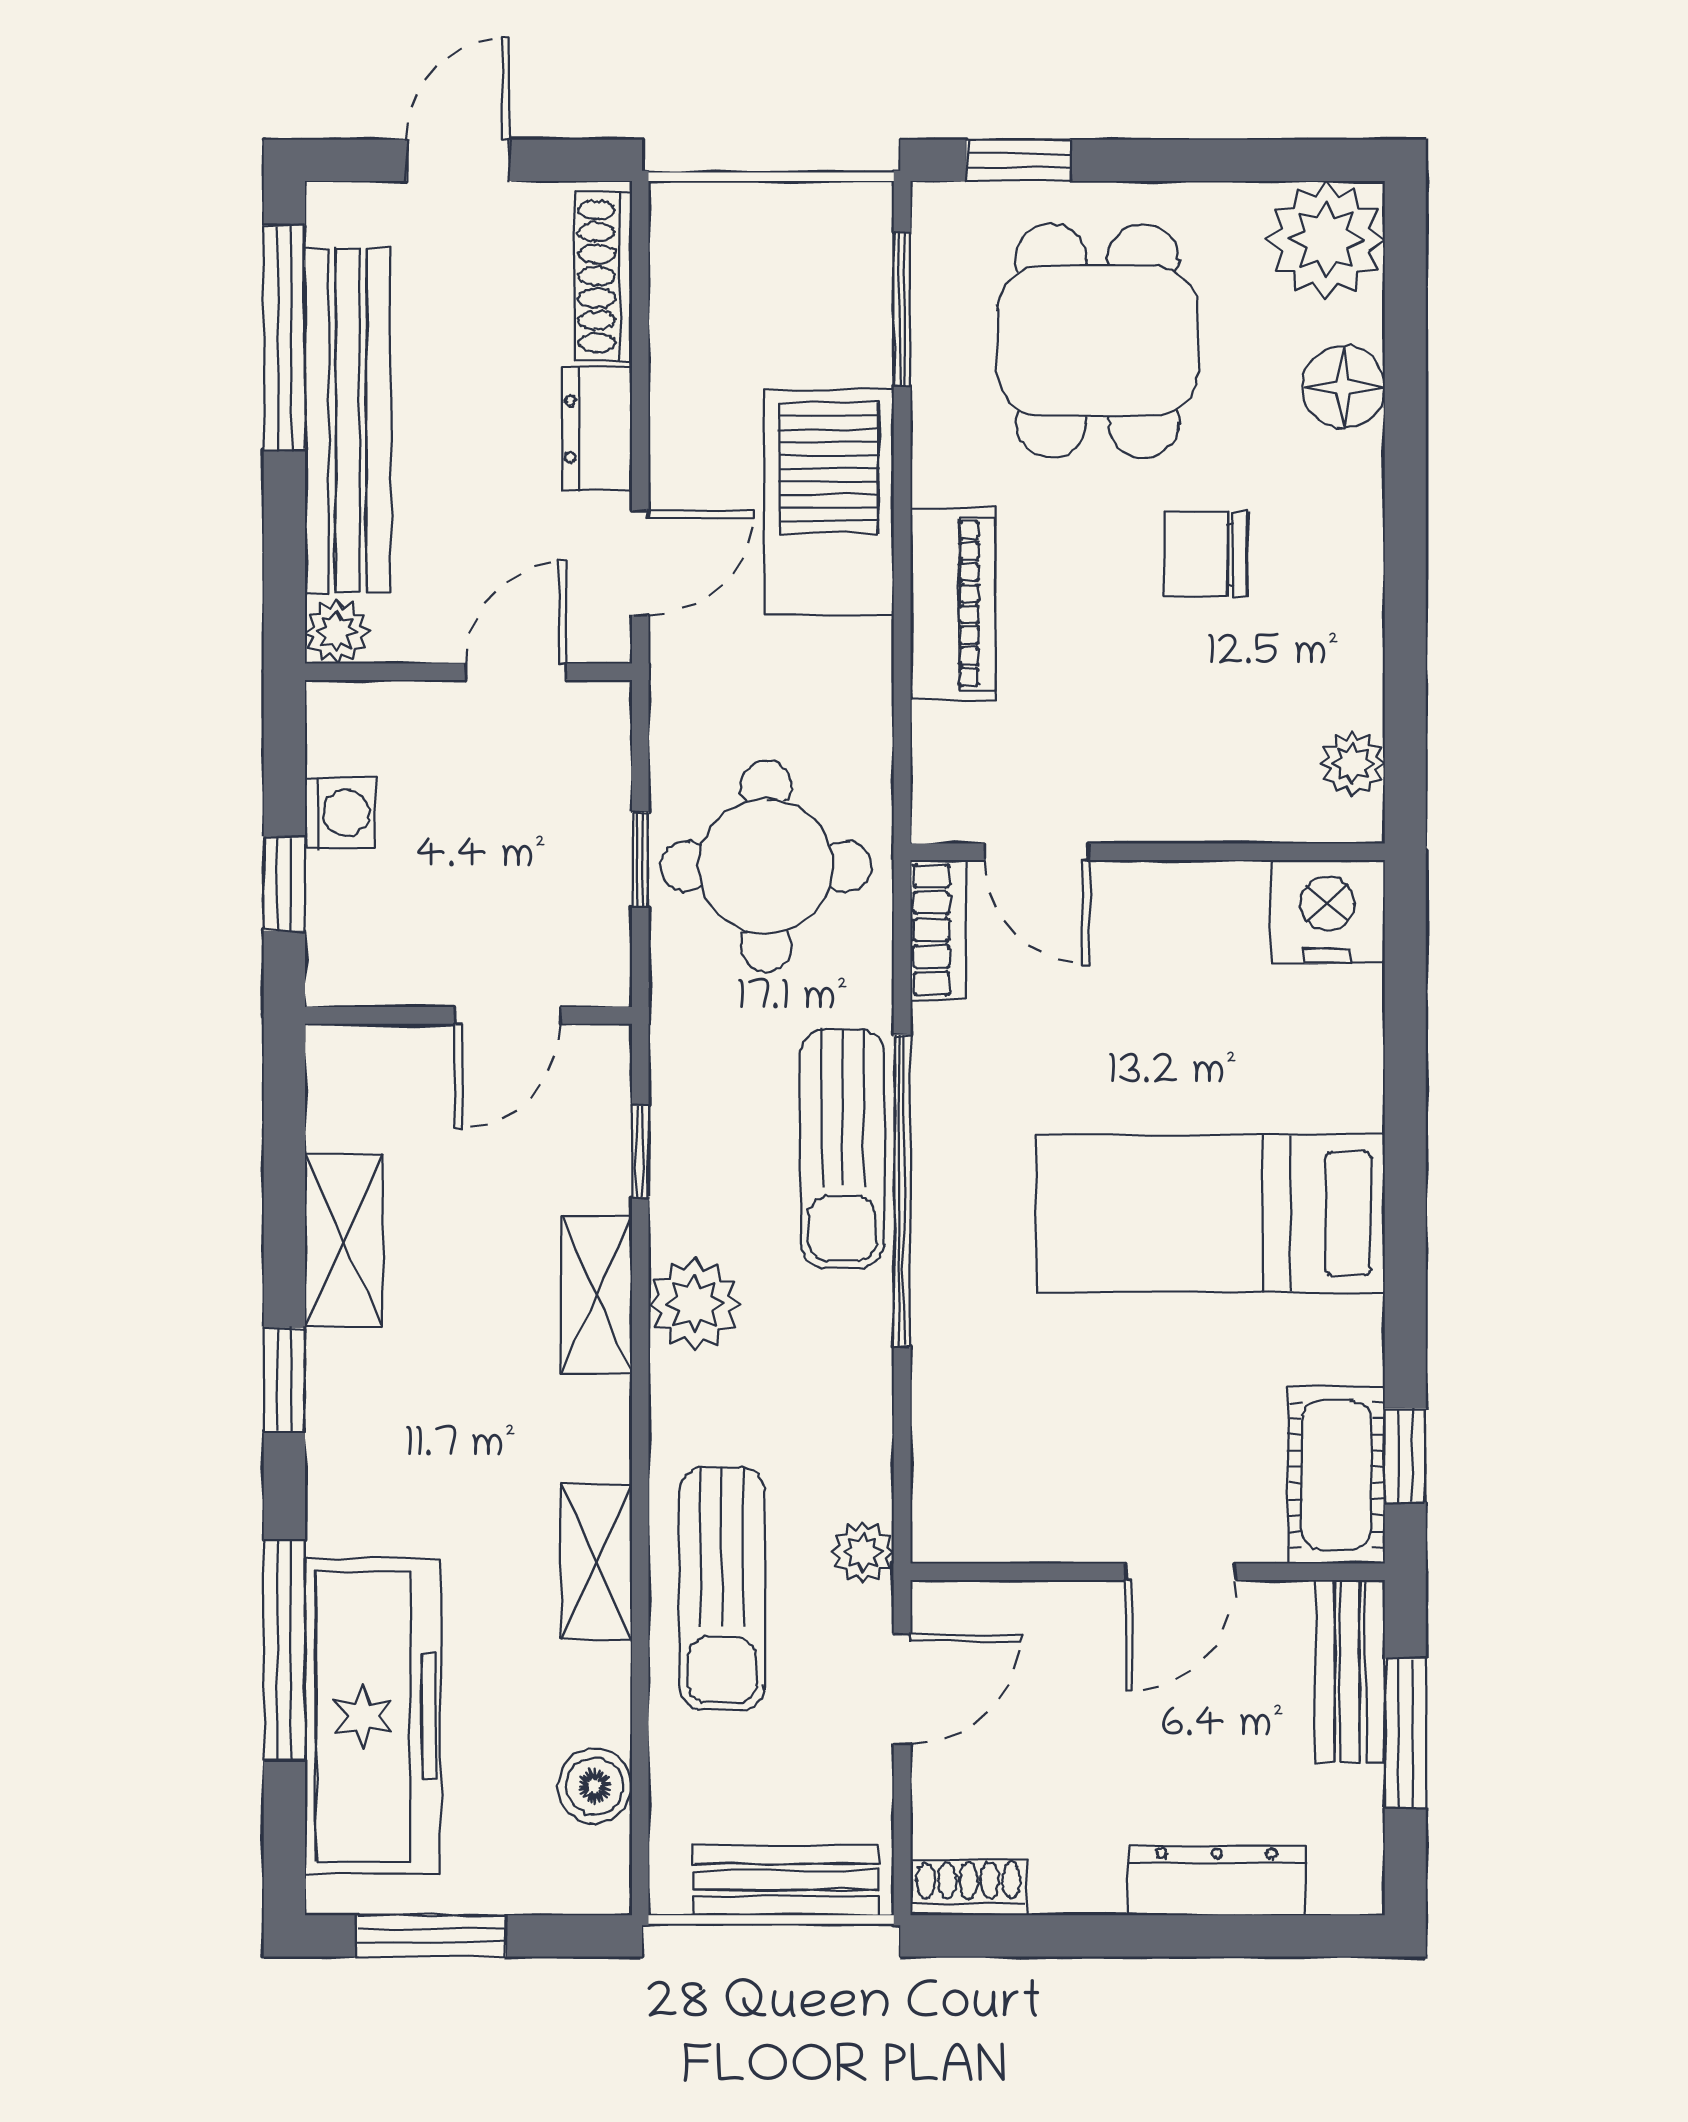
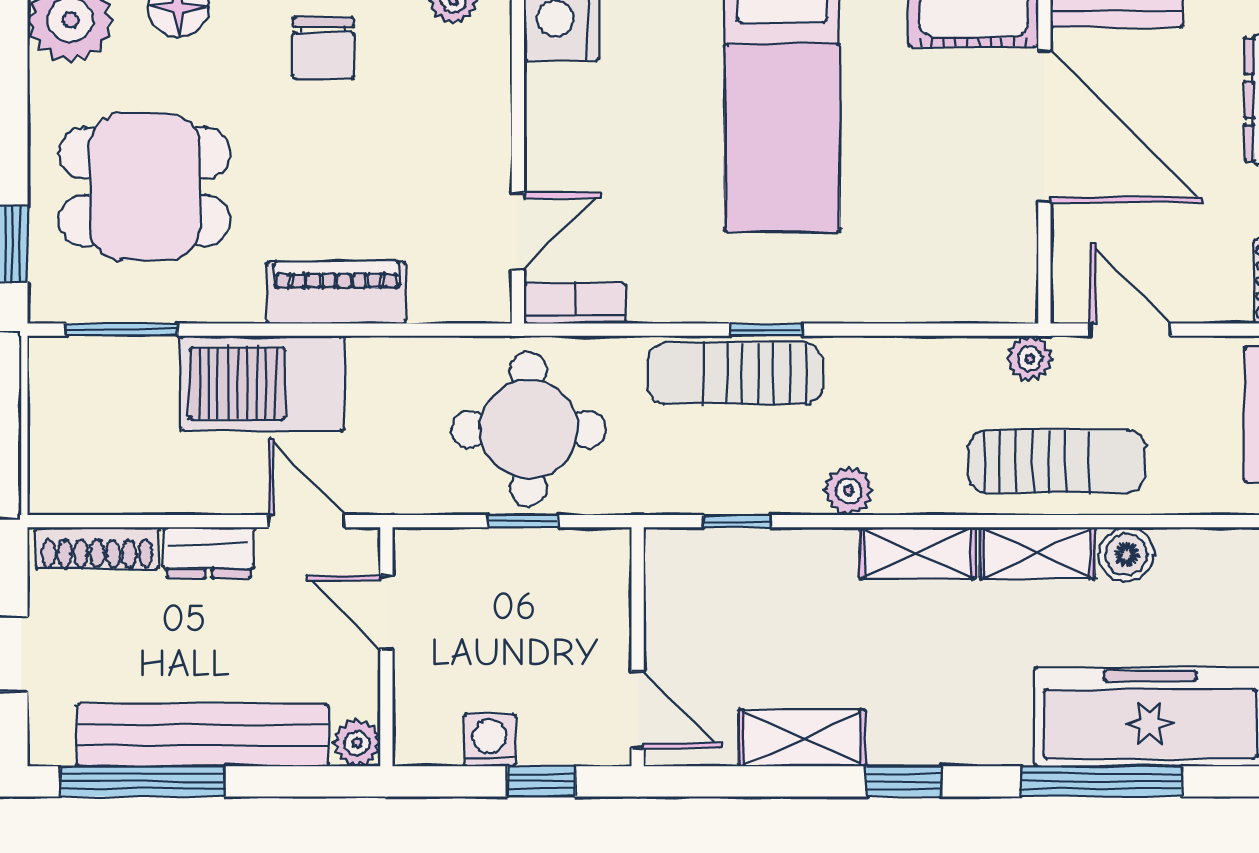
chair: (1205, 555) -> (323, 48), moved
door: (508, 1015) -> (638, 710), moved
sun lounger: (842, 1148) -> (735, 373), turned 180
window: (902, 1191) -> (766, 330), width x0.32
shelving: (597, 1295) -> (918, 553), moved
plant: (694, 1304) -> (849, 491), width x0.73, depth x0.73
door: (1180, 1572) -> (1044, 126), width x1.87
boiler: (595, 1786) -> (1127, 554), moved

